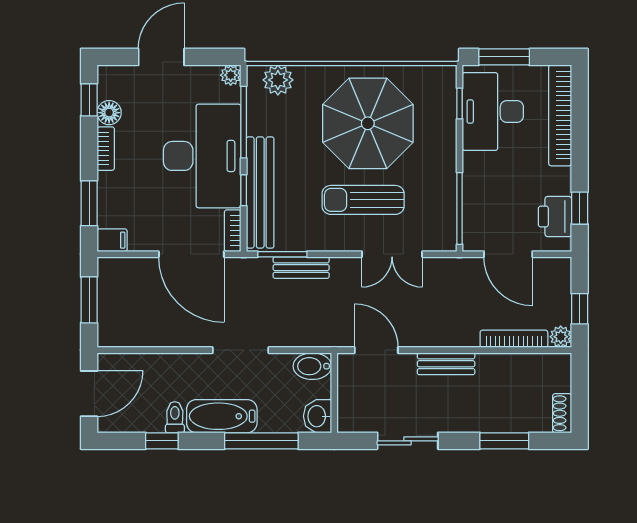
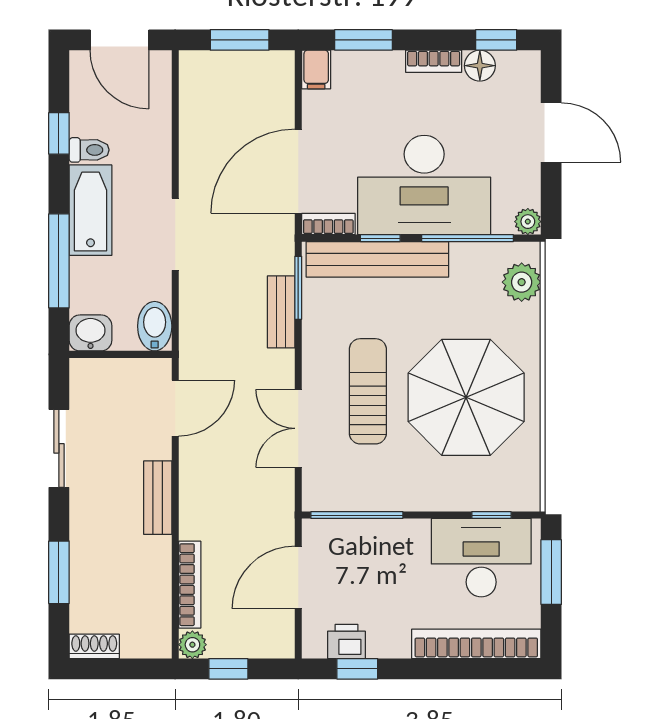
printer: (555, 217) -> (346, 641), width x0.73, depth x0.81

